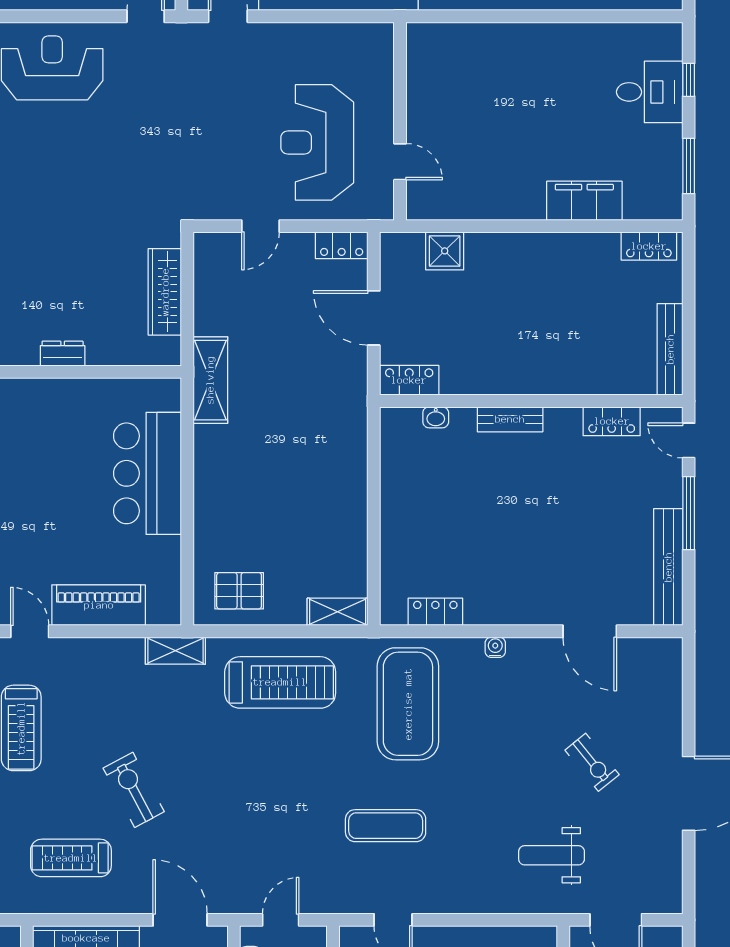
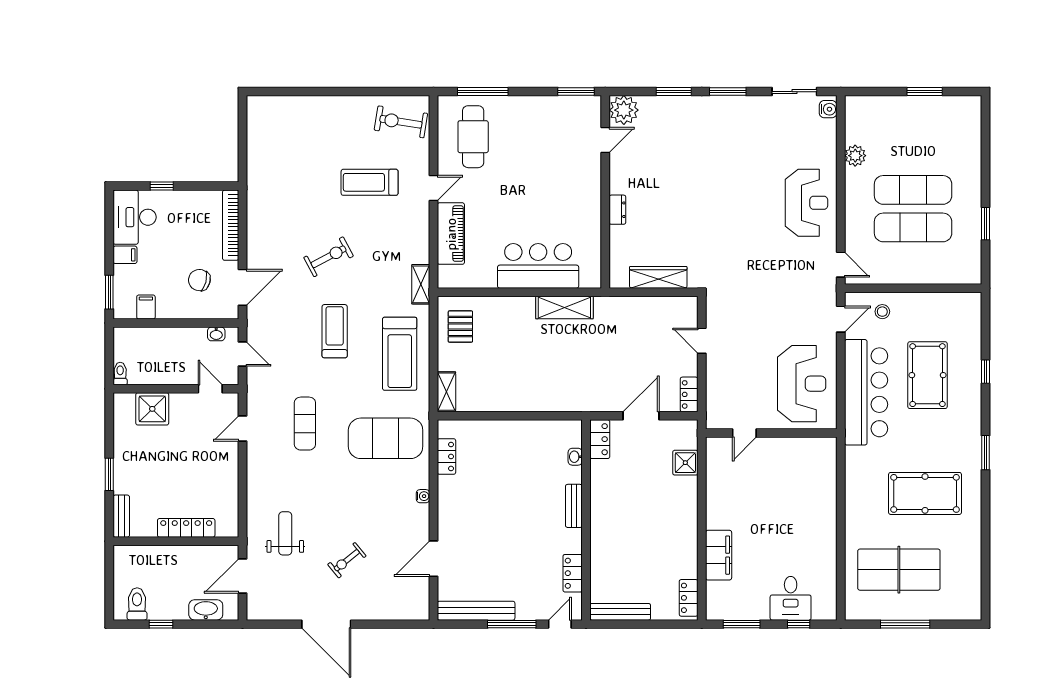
reception desk: (317, 142) -> (802, 384), moved, turned 90
shelving: (210, 380) -> (564, 308), moved
treadmill: (71, 858) -> (335, 331), moved

